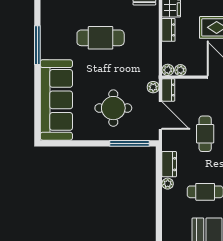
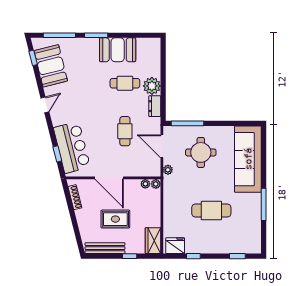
dresser: (168, 30) -> (155, 217), removed
dresser: (168, 90) -> (155, 167), removed
plant: (168, 184) -> (152, 86), width x1.87, depth x1.87

